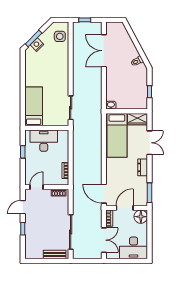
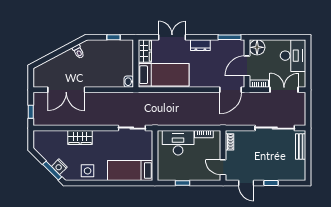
side table: (60, 36) -> (88, 171), moved
wardrobe: (62, 63) -> (80, 137), added
desk: (44, 141) -> (178, 143), moved, turned 90
door: (125, 208) -> (247, 66), hinge flipped

